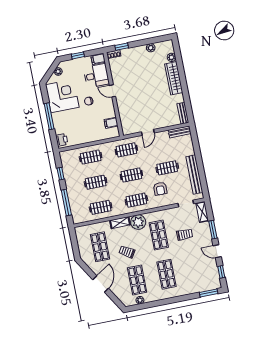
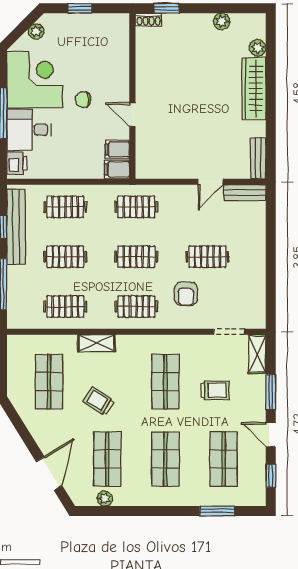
filing cabinet: (98, 59) -> (117, 169), moved
desk: (96, 76) -> (29, 130), moved, turned 180
door: (113, 91) -> (132, 115), moved
door: (148, 132) -> (211, 182), moved
bench: (194, 175) -> (16, 227), moved
plant: (138, 222) -> (131, 349), removed
shop shelf: (196, 268) -> (224, 459), added
door: (101, 284) -> (49, 473), moved
window: (209, 293) -> (217, 511), moved

